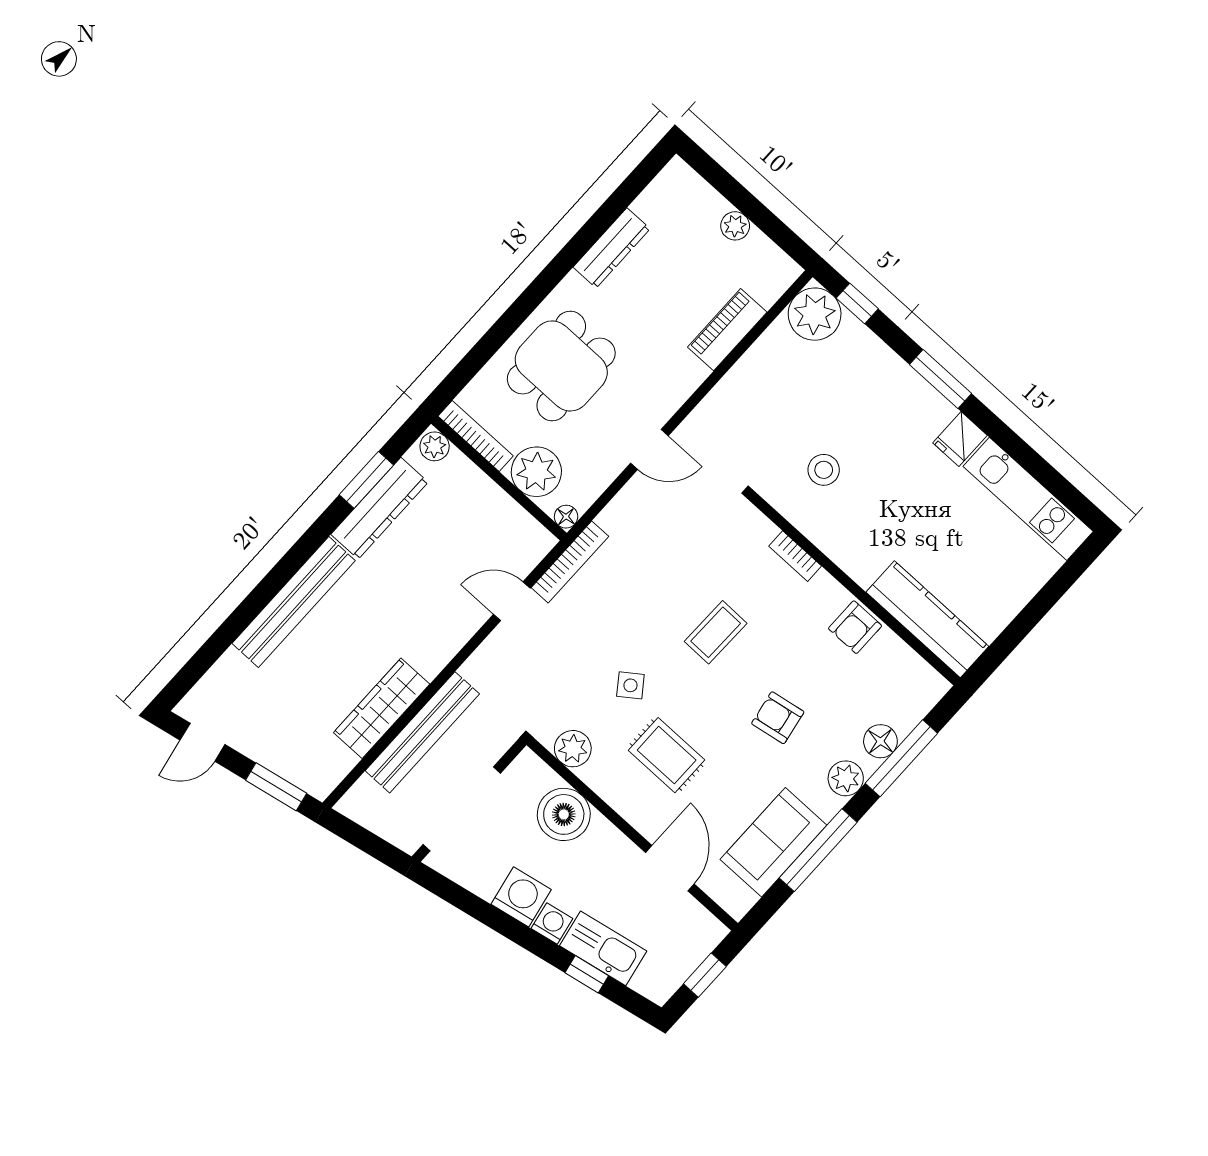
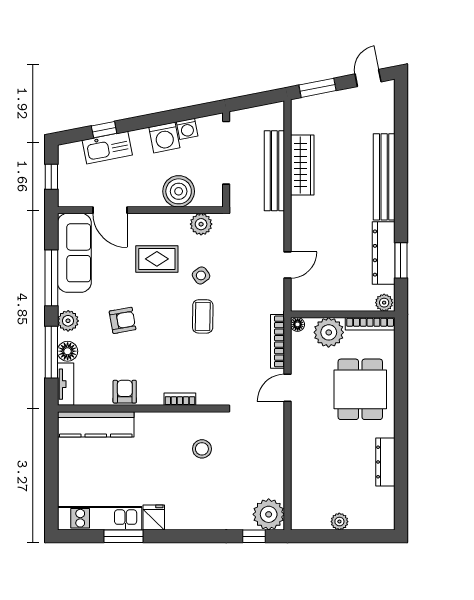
piano: (727, 330) -> (301, 472), removed
window: (941, 379) -> (123, 536), moved
bookcase: (570, 562) -> (278, 341), moved
coffee table: (716, 632) -> (203, 316), moved
tv unit: (920, 703) -> (66, 384), added
sofa: (773, 842) -> (74, 253), width x1.36
washing machine: (552, 923) -> (187, 129), moved

